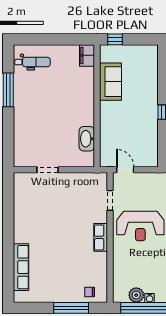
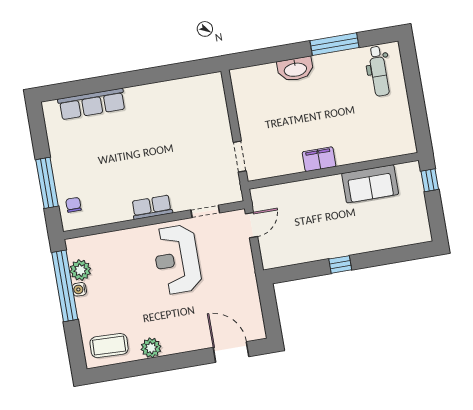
filing cabinet: (87, 55) -> (319, 159), moved
washbasin: (87, 139) -> (295, 69), moved, turned 180
doorway: (47, 170) -> (240, 156), moved

